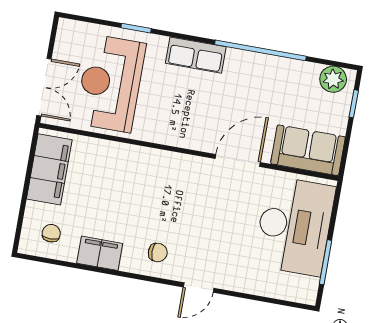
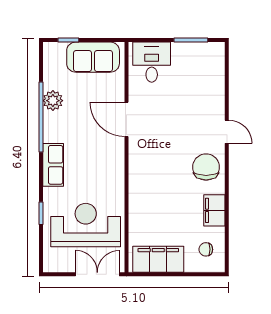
plant: (333, 79) -> (53, 101), moved
reception desk: (110, 83) -> (86, 225), turned 180
sofa: (308, 150) -> (93, 57), moved, turned -90
desk: (294, 226) -> (152, 62), width x0.53, depth x0.77
chair: (158, 252) -> (206, 167), width x1.87, depth x1.87

